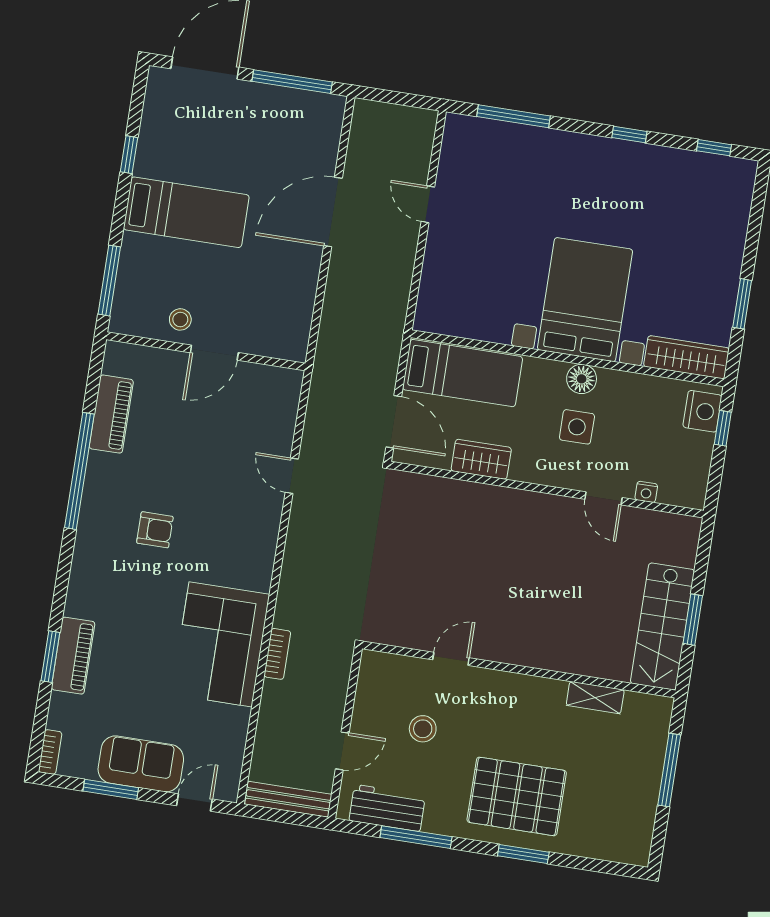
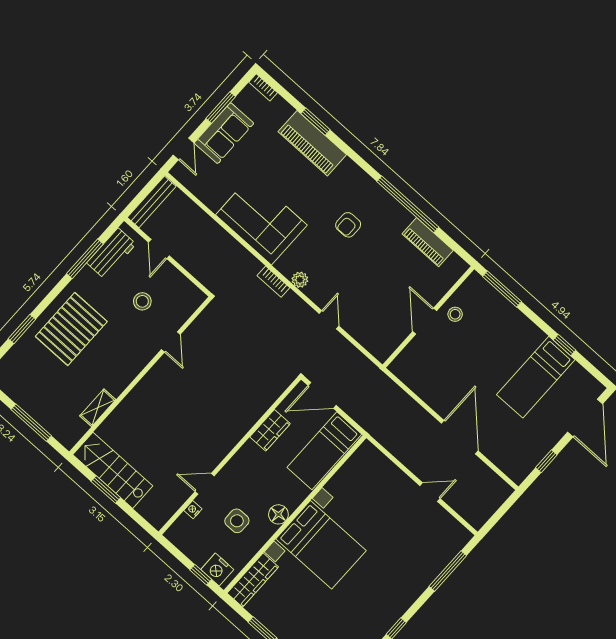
window: (292, 82) -> (546, 461), width x0.46
bed: (186, 212) -> (536, 377), moved
side table: (577, 427) -> (237, 521), moved
door: (292, 476) -> (329, 320), hinge flipped
plant: (265, 546) -> (300, 280), added
bookcase: (277, 654) -> (273, 282), moved
piano: (73, 656) -> (312, 143), width x1.37, depth x1.33
window: (523, 854) -> (22, 329), moved

